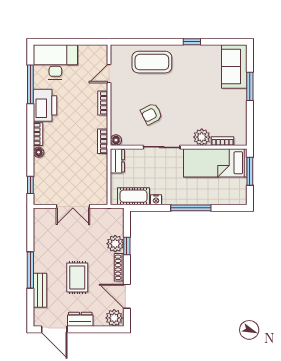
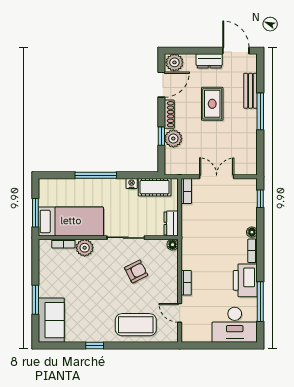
door: (109, 74) -> (180, 313), swing flipped
bookcase: (103, 141) -> (186, 191), moved
door: (127, 296) -> (161, 85), hinge flipped

